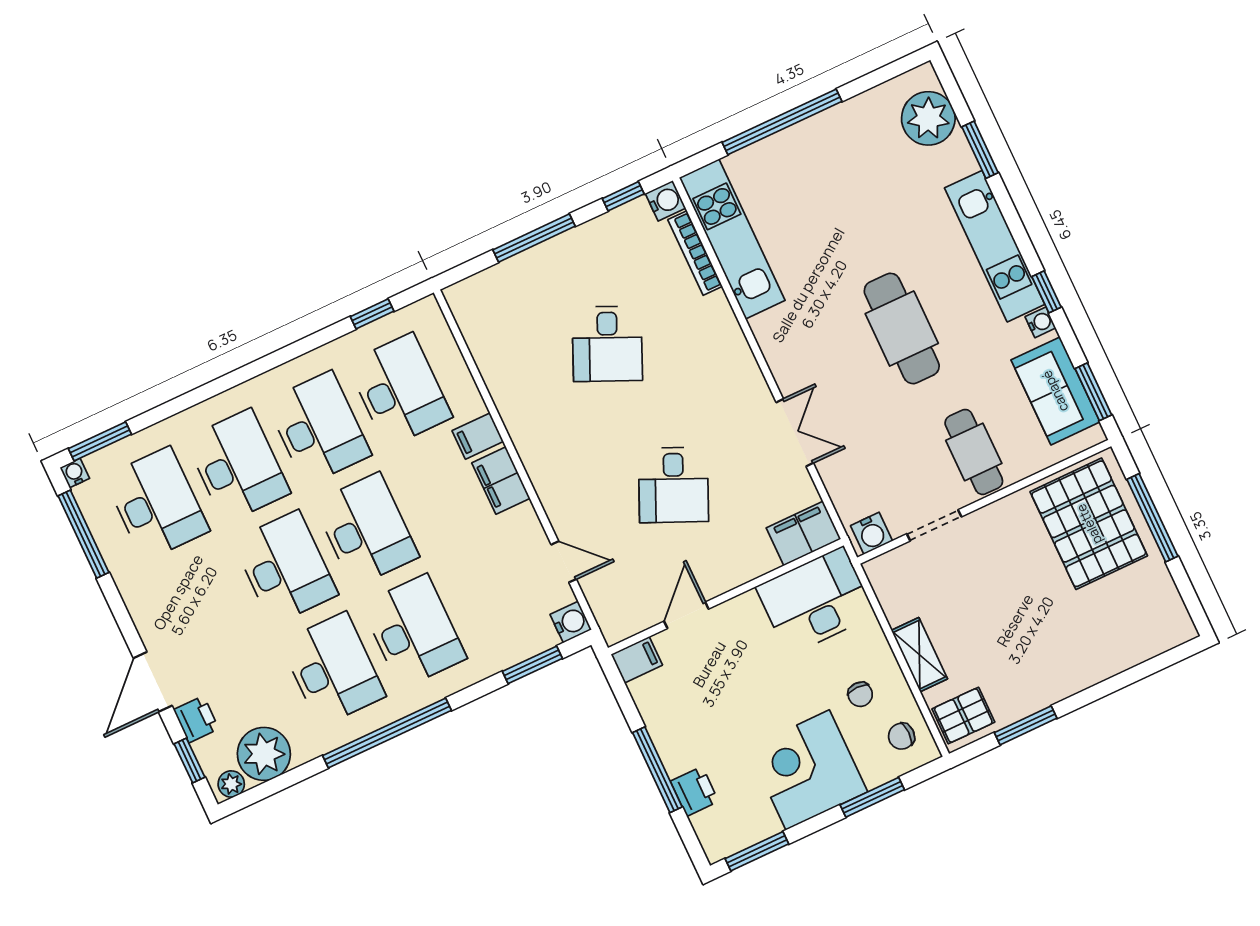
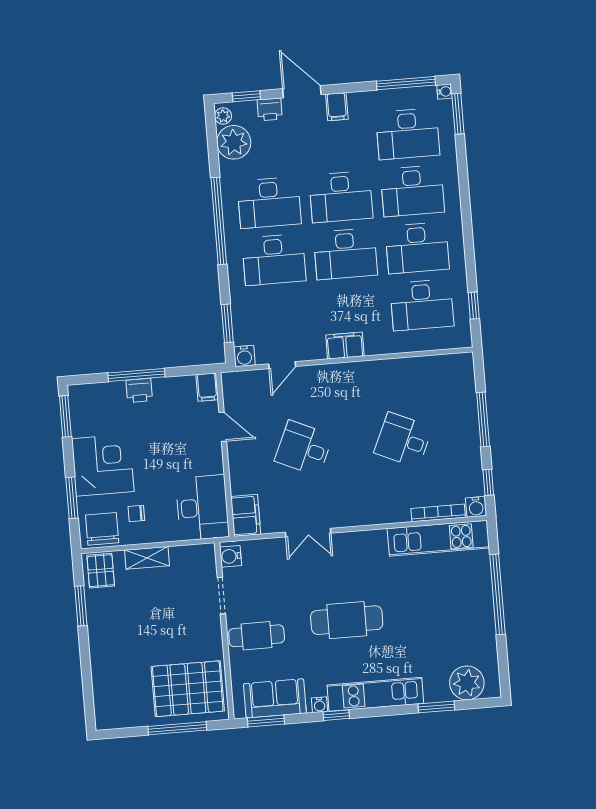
filing cabinet: (478, 436) -> (337, 107), moved, turned 180
chair: (901, 736) -> (102, 529), width x1.87, depth x1.87
printer: (695, 791) -> (139, 390), moved

